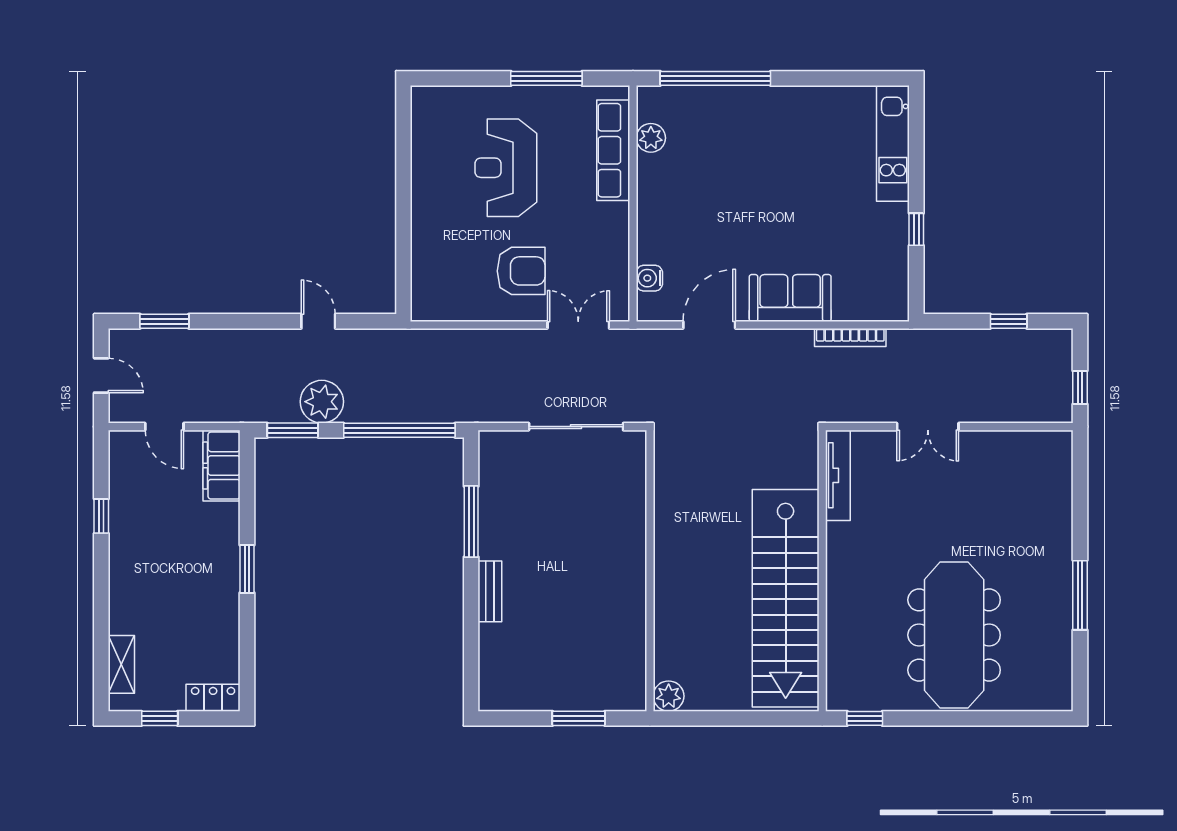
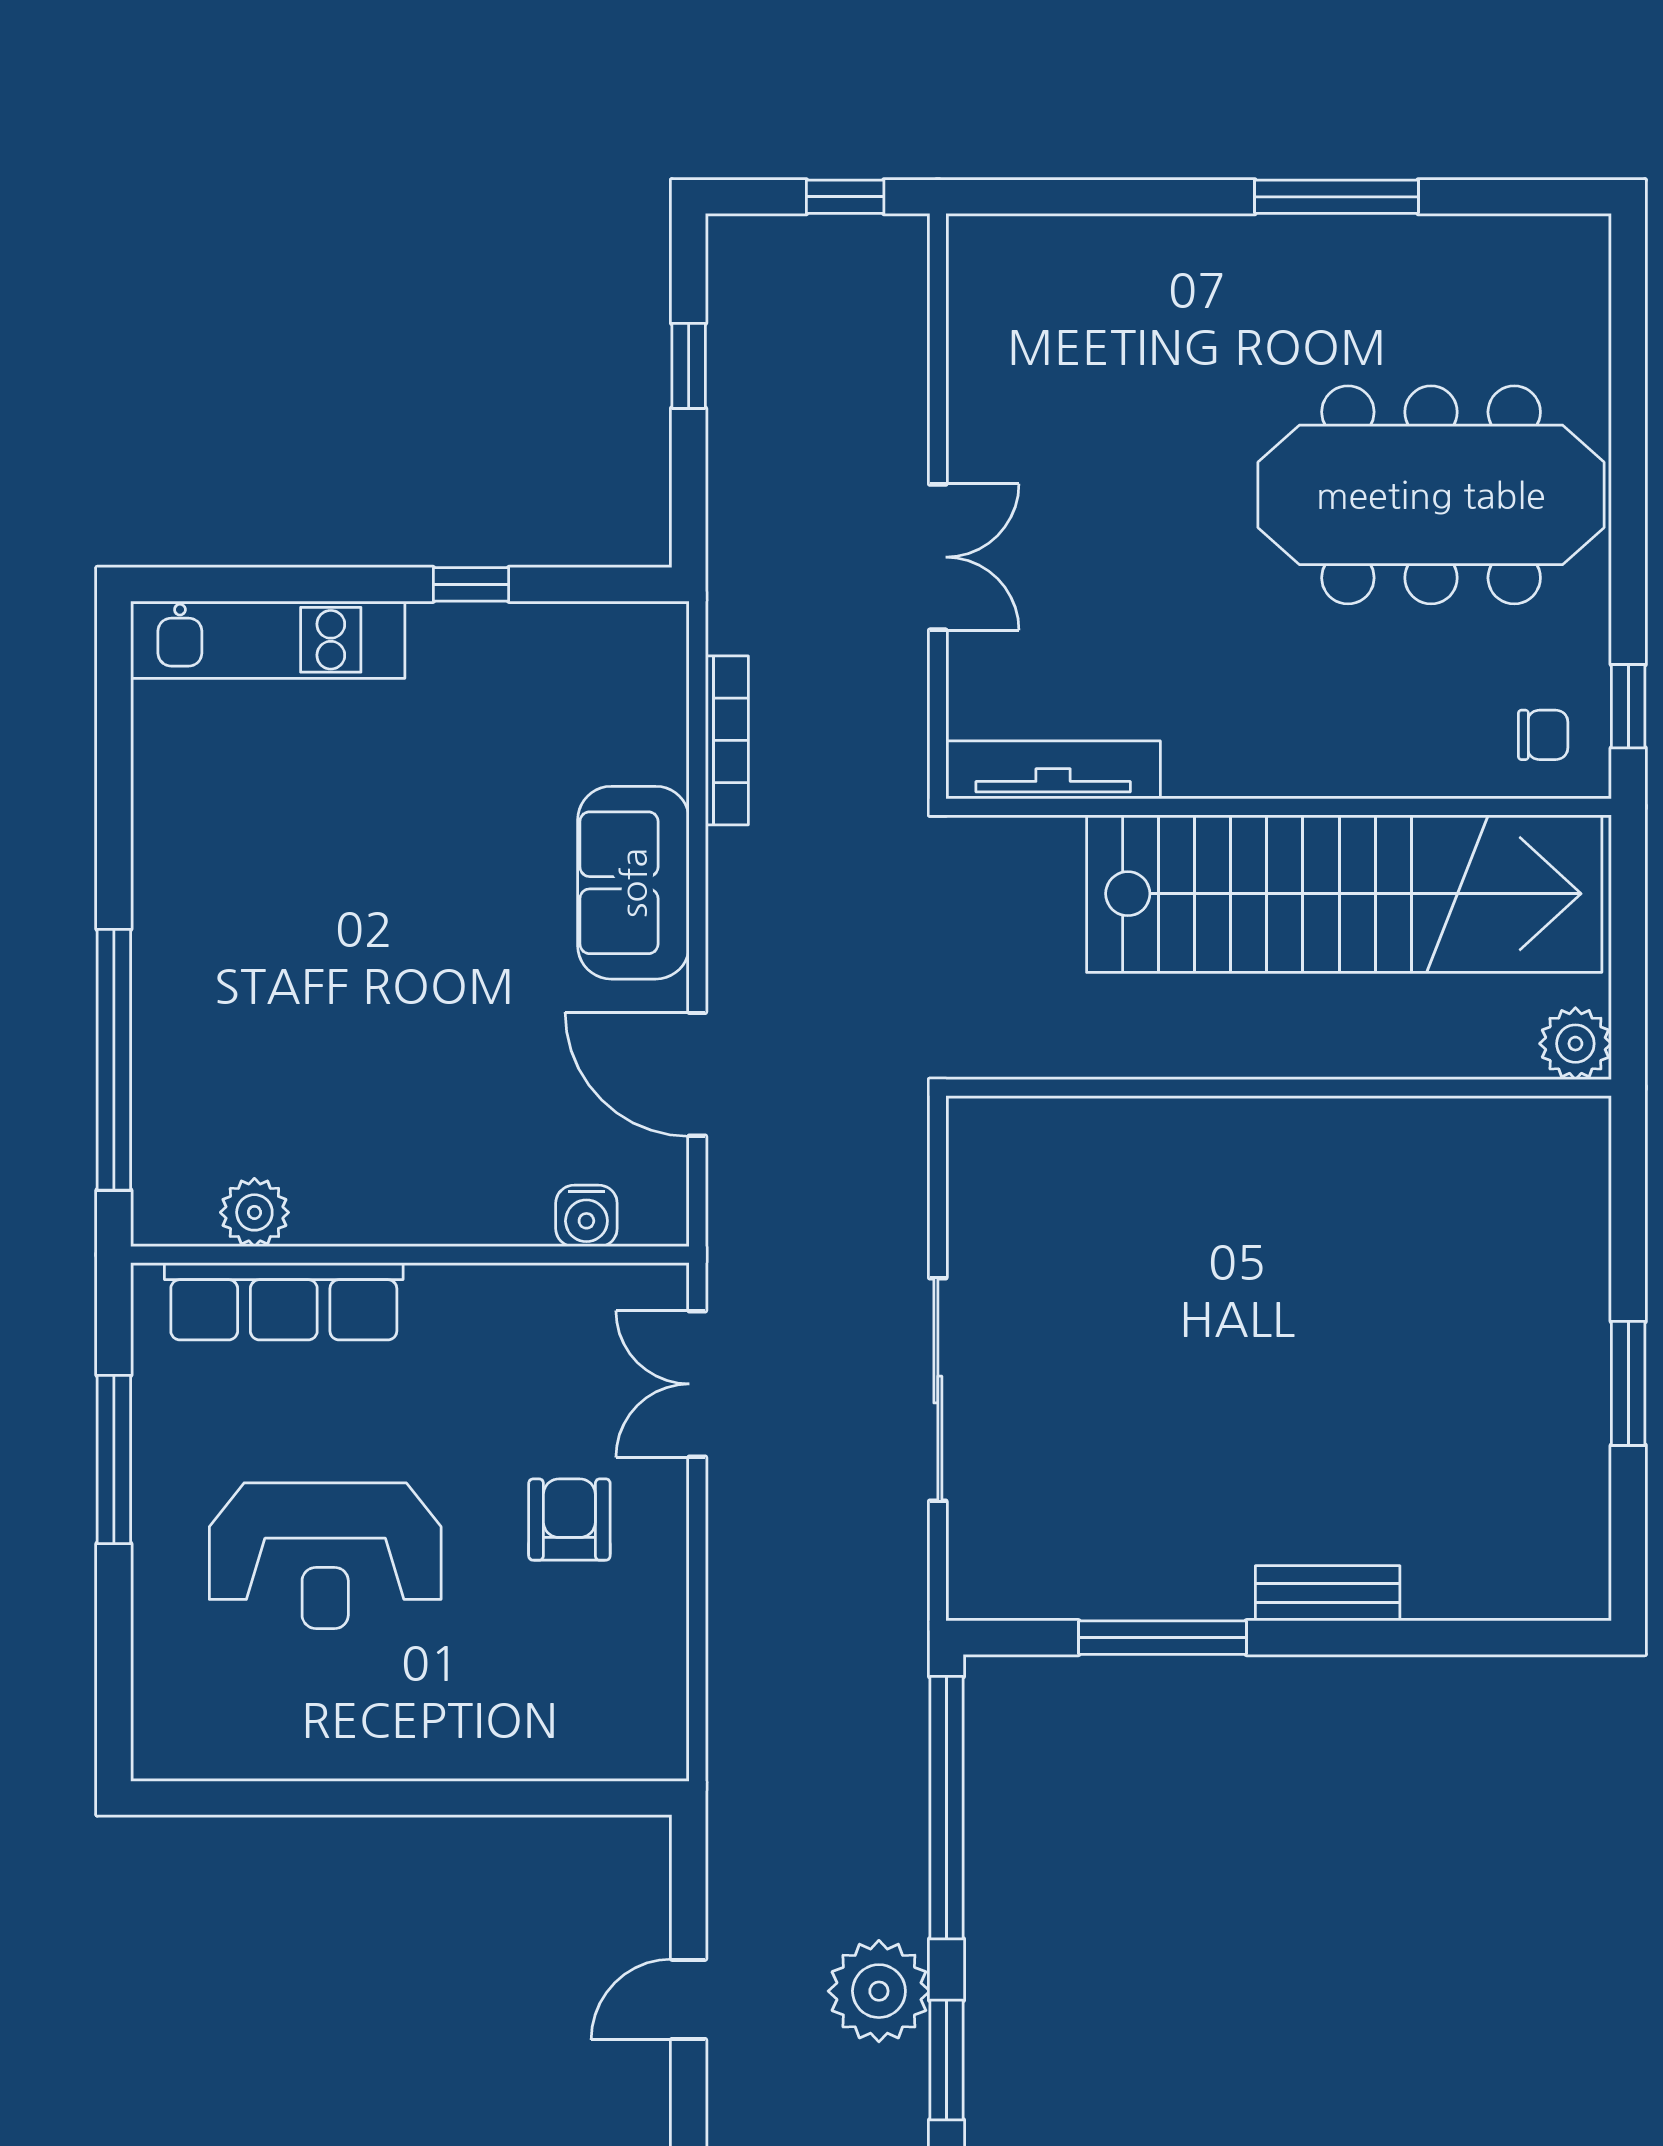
armchair: (521, 271) -> (569, 1520), width x0.72, depth x0.72
wall: (650, 571) -> (1279, 1088), moved
chair: (853, 682) -> (1543, 735), added
plant: (669, 696) -> (1575, 1044), moved

